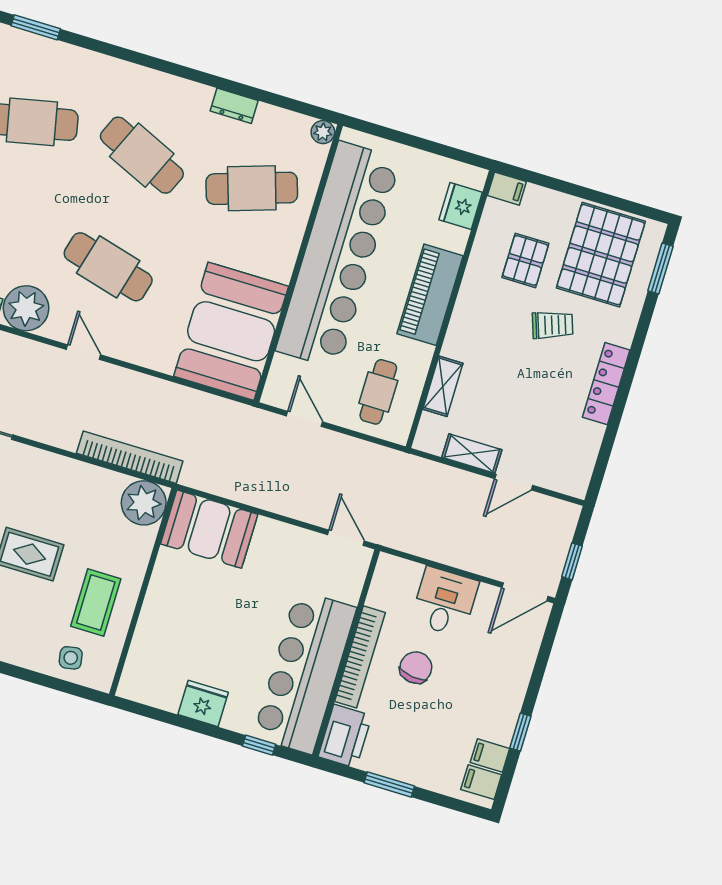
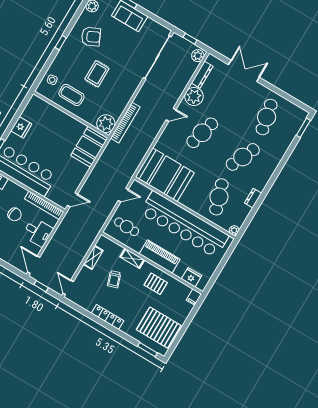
pallet: (525, 260) -> (156, 284), moved
trolley: (553, 325) -> (114, 279), moved
shelving: (443, 386) -> (132, 258), moved
door: (514, 482) -> (68, 287), moved
bookcase: (360, 657) -> (44, 205), moved

